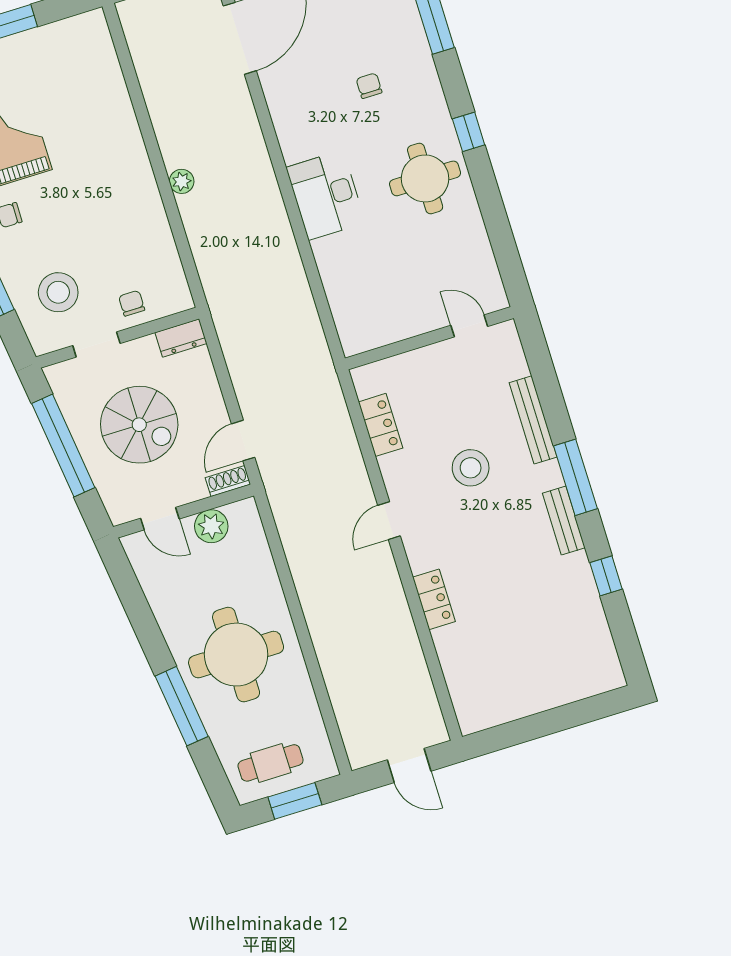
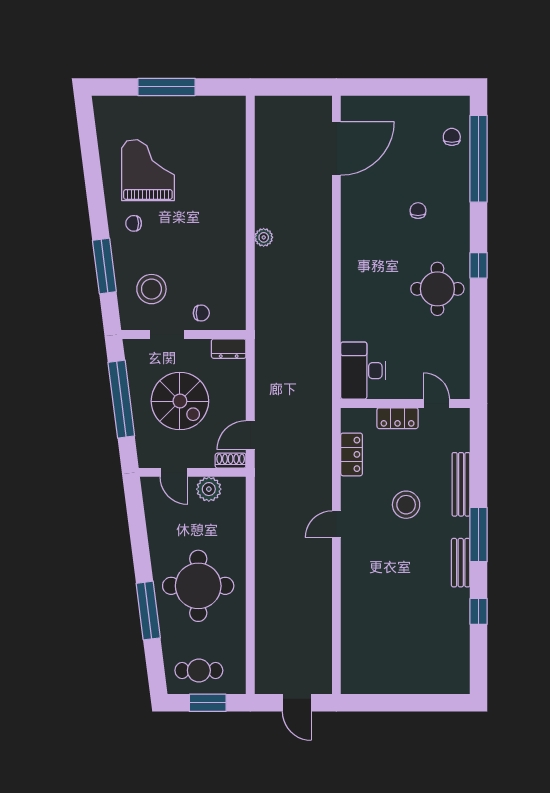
desk: (326, 195) -> (363, 371), moved
chair: (132, 303) -> (201, 313), turned 90
locker: (434, 599) -> (398, 418), moved, turned 90

